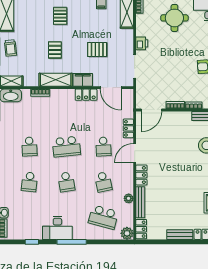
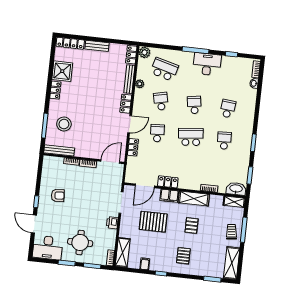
pallet: (97, 49) -> (153, 222), width x1.50, depth x1.42
door: (111, 88) -> (145, 186), swing flipped

